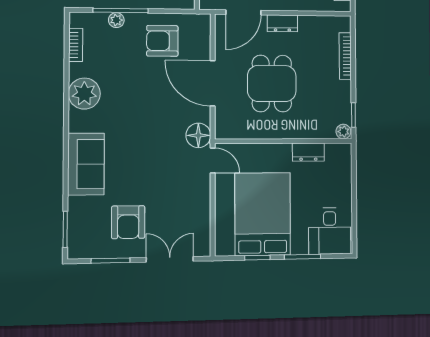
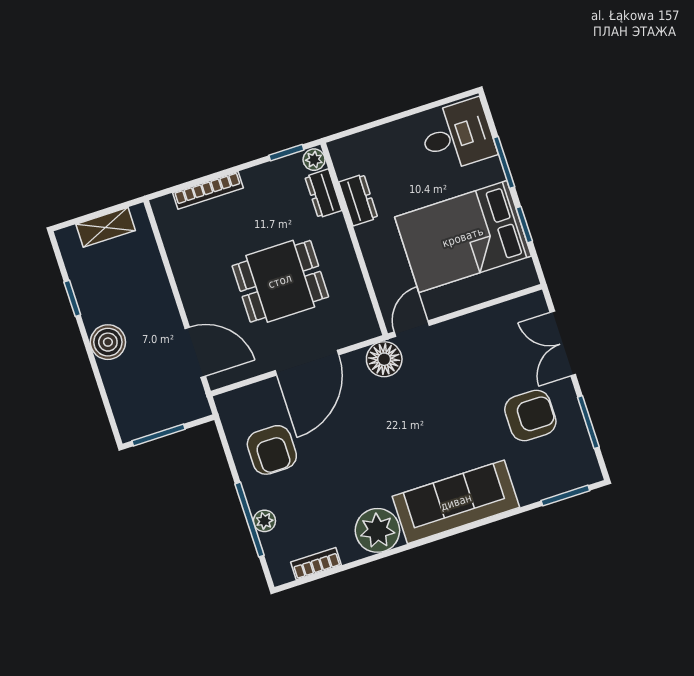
dresser: (282, 23) -> (323, 194), moved, turned 180
sofa: (86, 164) -> (456, 502), width x1.36

